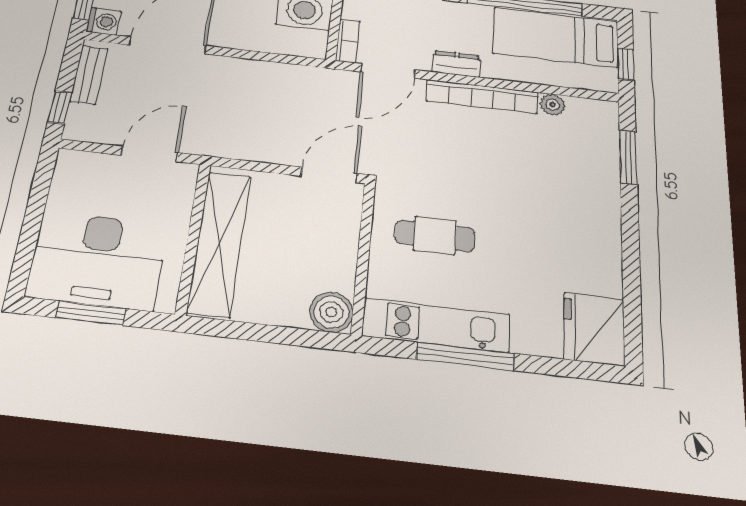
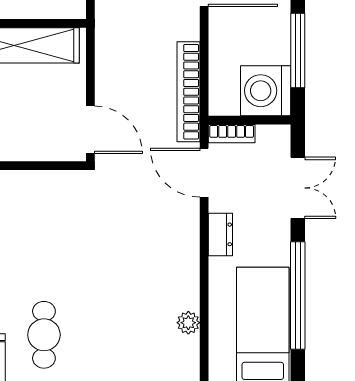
bookcase: (482, 96) -> (188, 92), moved
cafe table: (435, 236) -> (44, 335), moved

